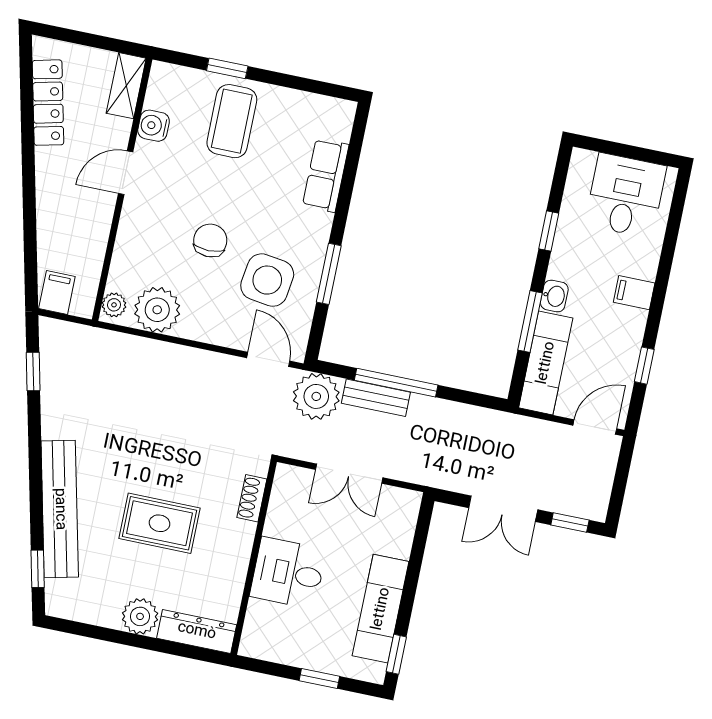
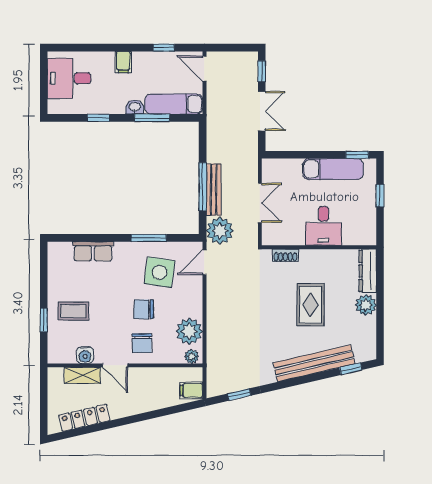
shelving: (126, 86) -> (82, 375), moved
coffee table: (232, 121) -> (73, 311), width x0.73, depth x0.77
chair: (154, 225) -> (142, 343), added
bench: (376, 398) -> (214, 190), width x1.36

